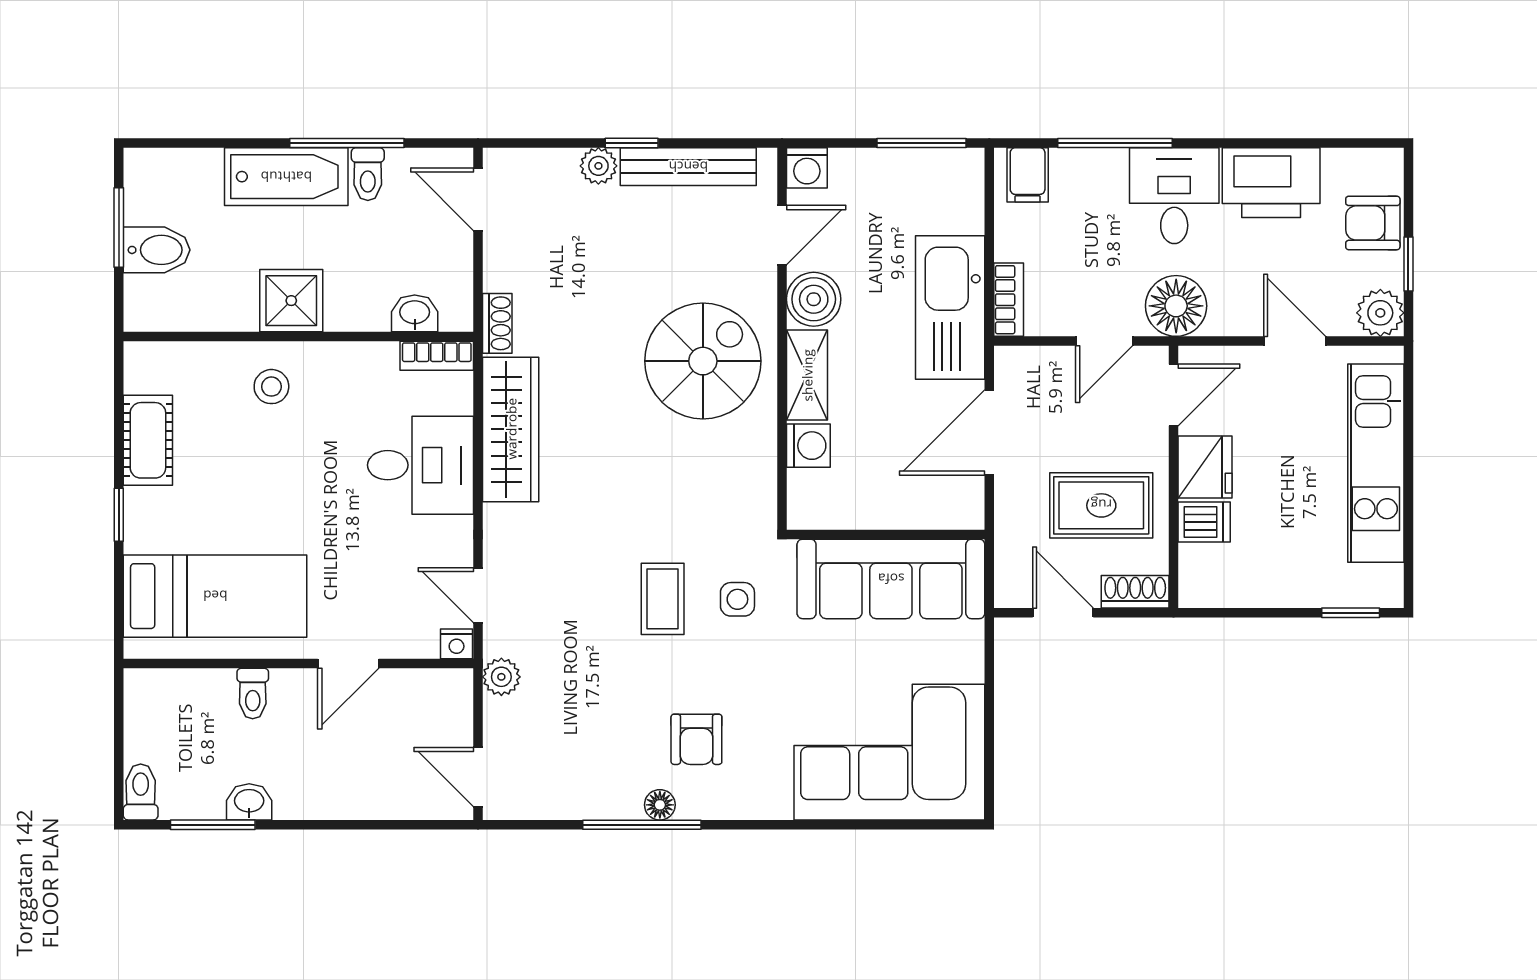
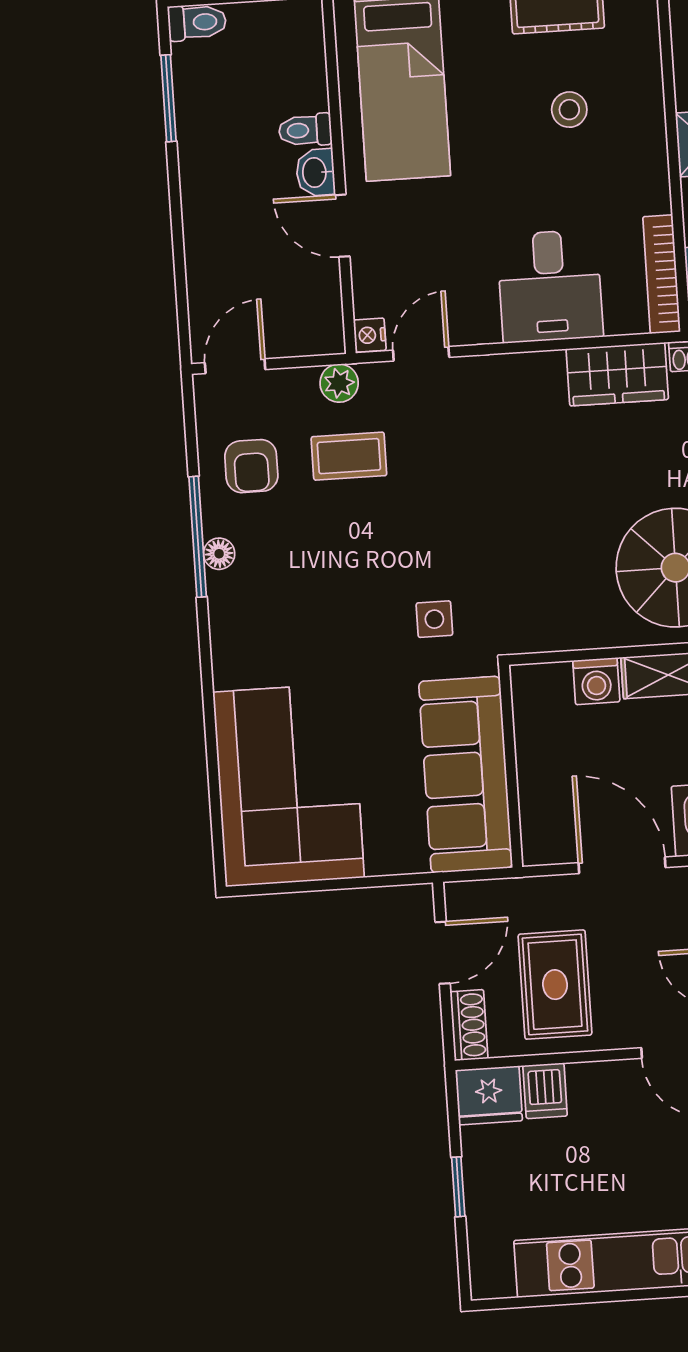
bookcase: (437, 356) -> (662, 274), width x1.56
stool: (271, 387) -> (569, 110), moved
wardrobe: (511, 429) -> (617, 374), width x0.67
fridge: (1205, 467) -> (489, 1095), moved
coffee table: (663, 599) -> (349, 456), moved
window: (1351, 613) -> (458, 1187), moved
armchair: (696, 739) -> (251, 466), moved, turned -90
washbasin: (249, 802) -> (315, 172), moved, turned 180

